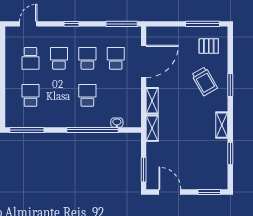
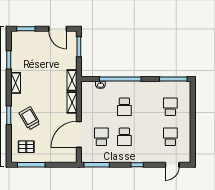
school desk: (59, 58) -> (147, 137), removed
school desk: (116, 58) -> (101, 137), turned 180
school desk: (30, 95) -> (170, 107), turned 180

